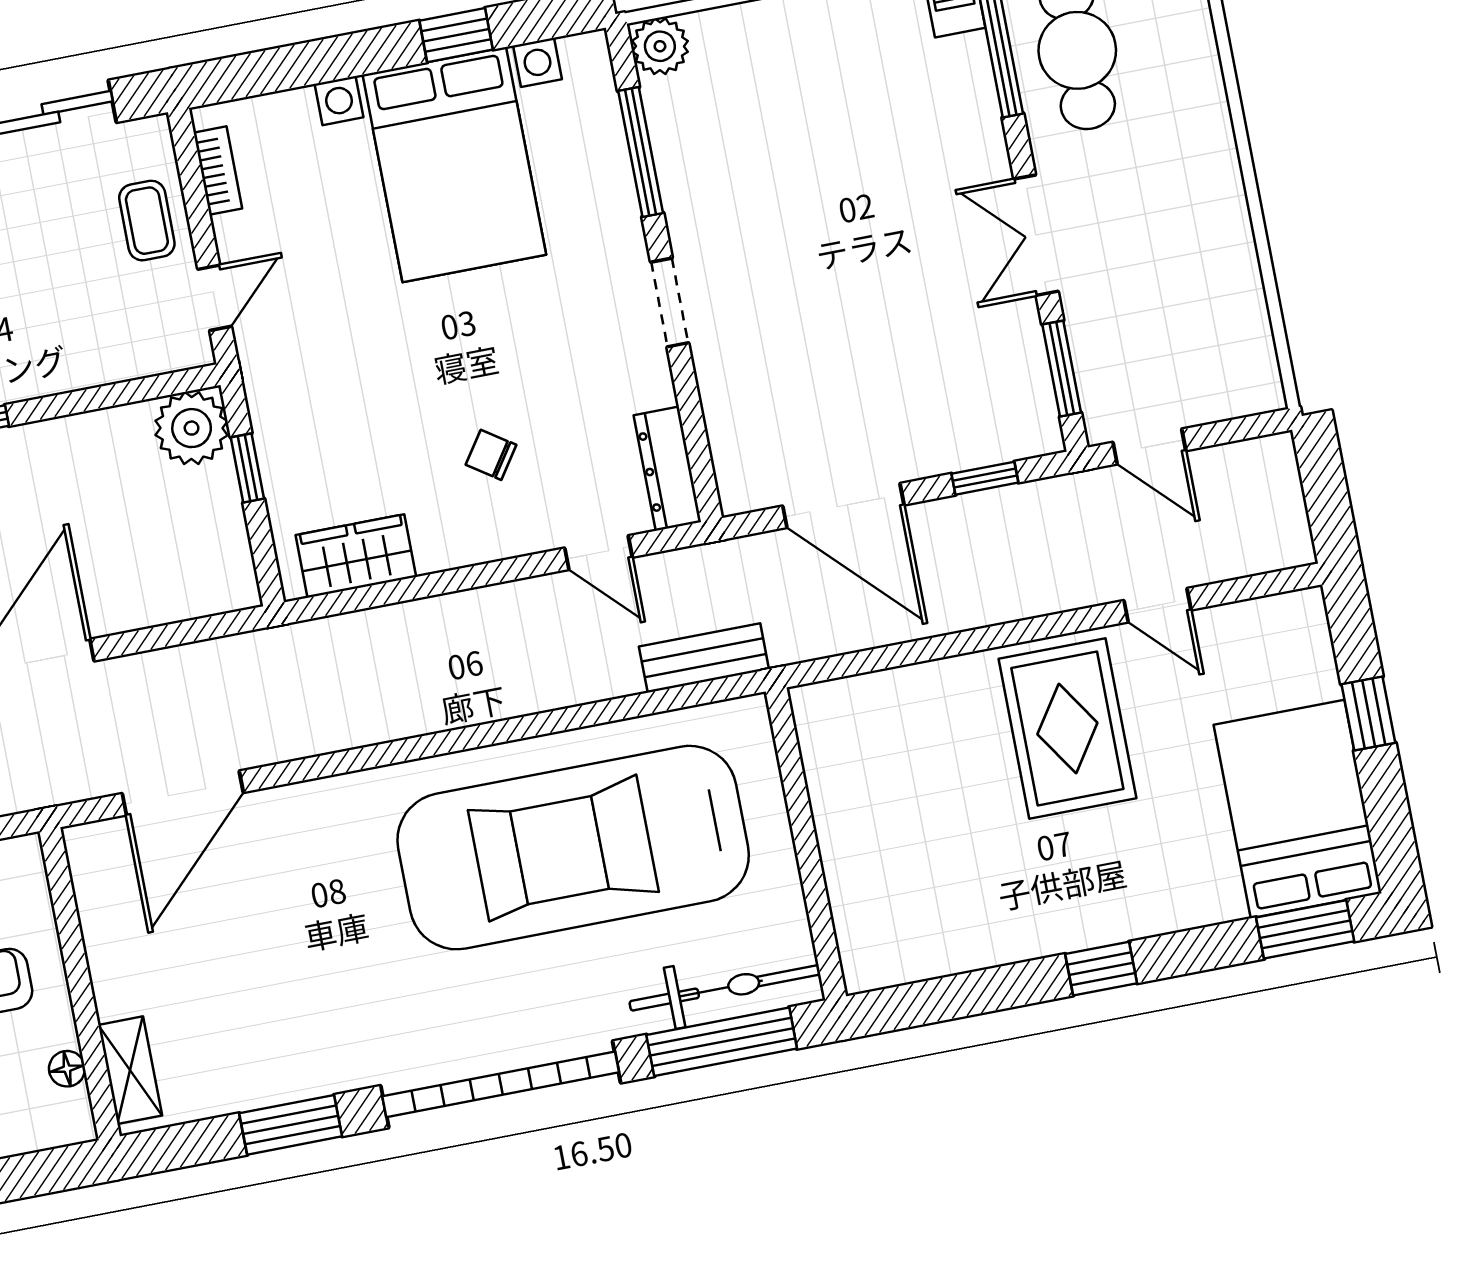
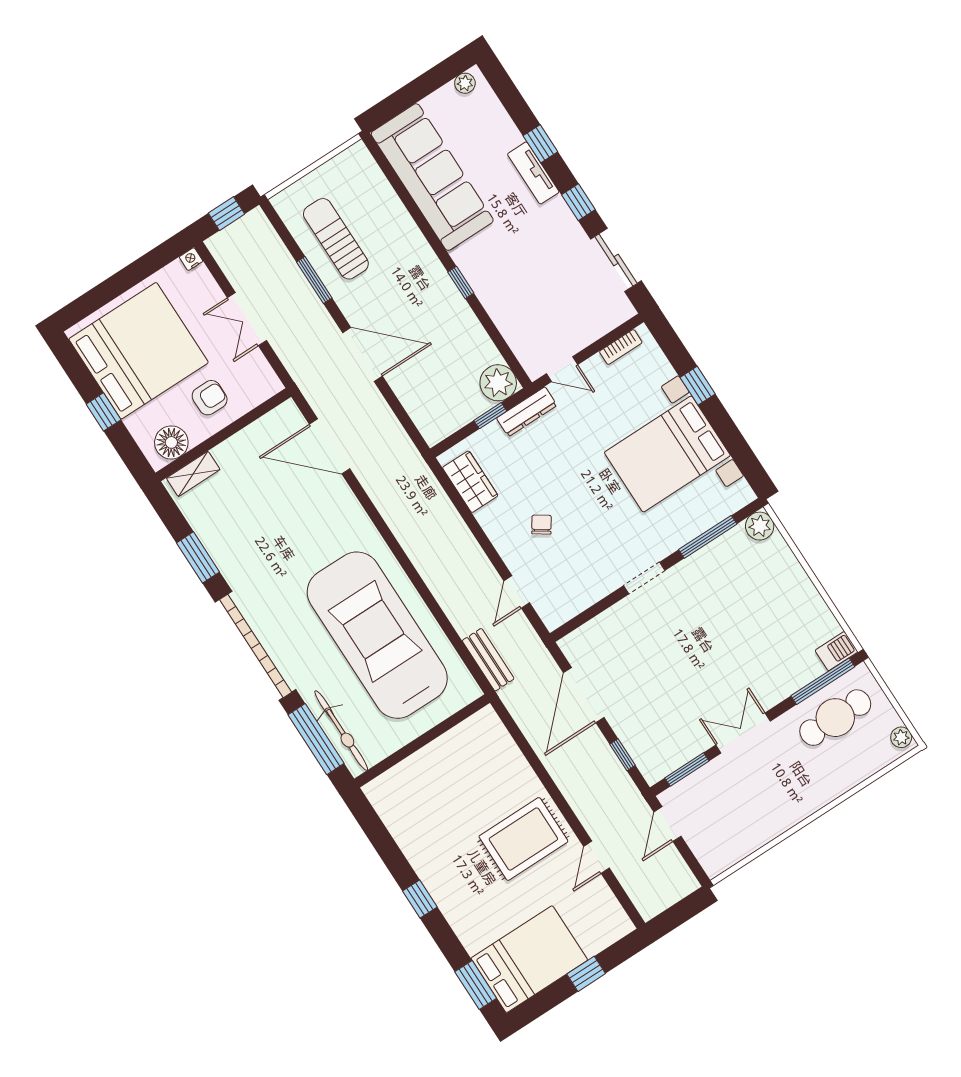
window: (456, 35) -> (698, 386), moved
coffee table: (147, 221) -> (585, 324), removed
dresser: (667, 469) -> (527, 412), moved, turned 180
floor lamp: (67, 1069) -> (171, 442), width x1.89, depth x1.89

